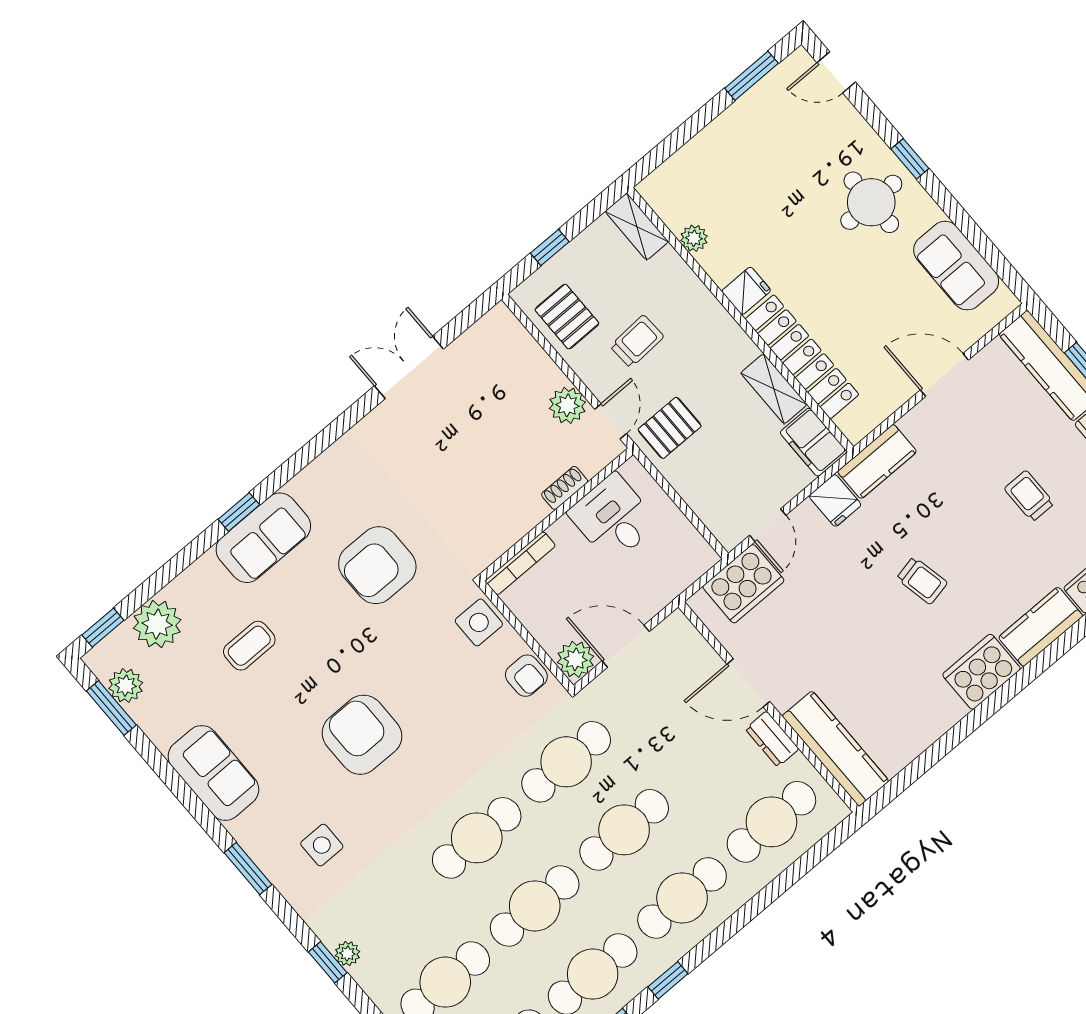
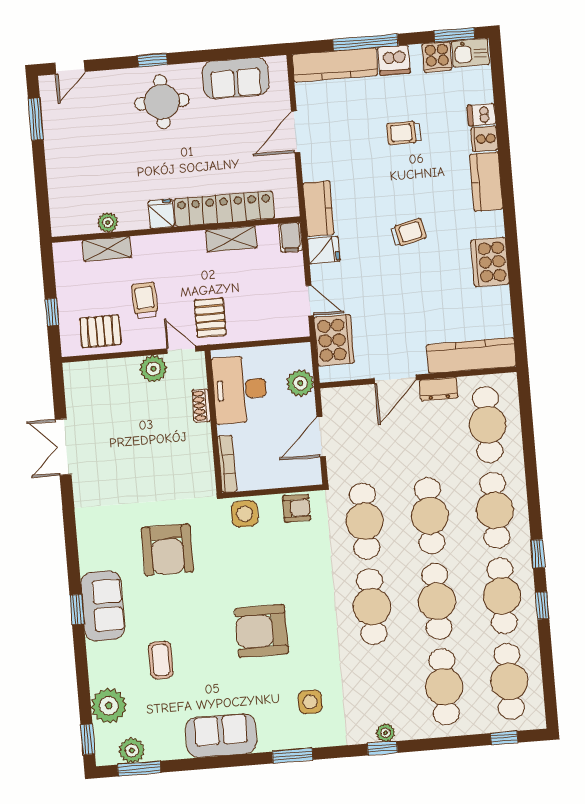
shelving: (637, 227) -> (107, 249), moved
filing cabinet: (813, 442) -> (291, 237), width x0.50
desk: (613, 518) -> (240, 389), width x1.37
plant: (576, 659) -> (300, 383), moved
cooker: (981, 672) -> (490, 262), moved

